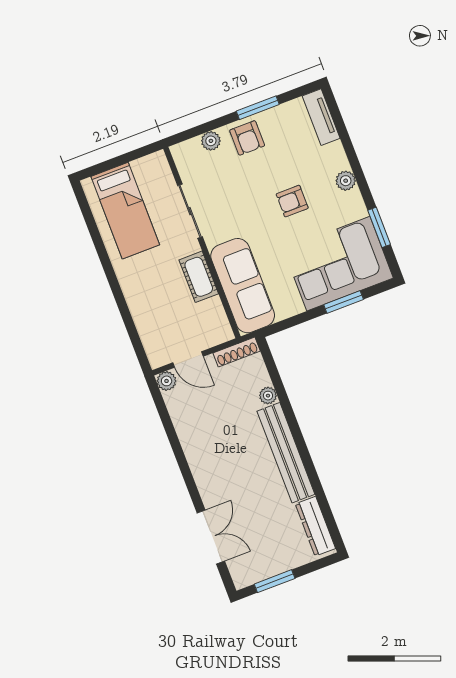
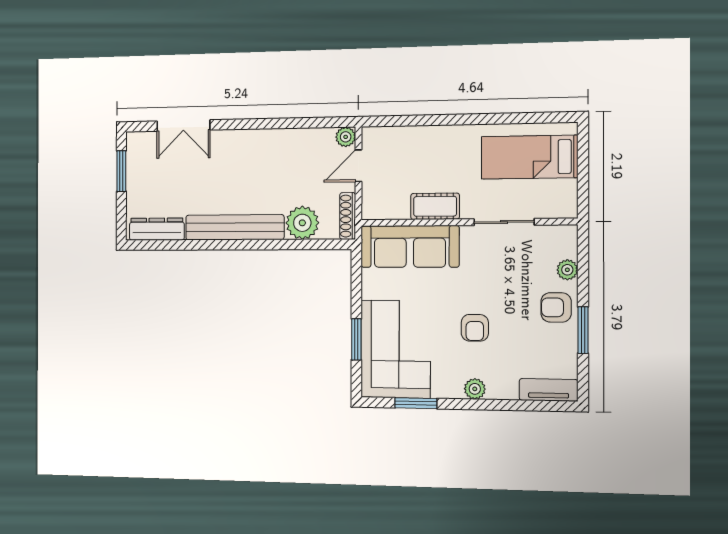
armchair: (292, 201) -> (475, 328), turned 180
plant: (268, 396) -> (302, 223), width x1.88, depth x1.88

